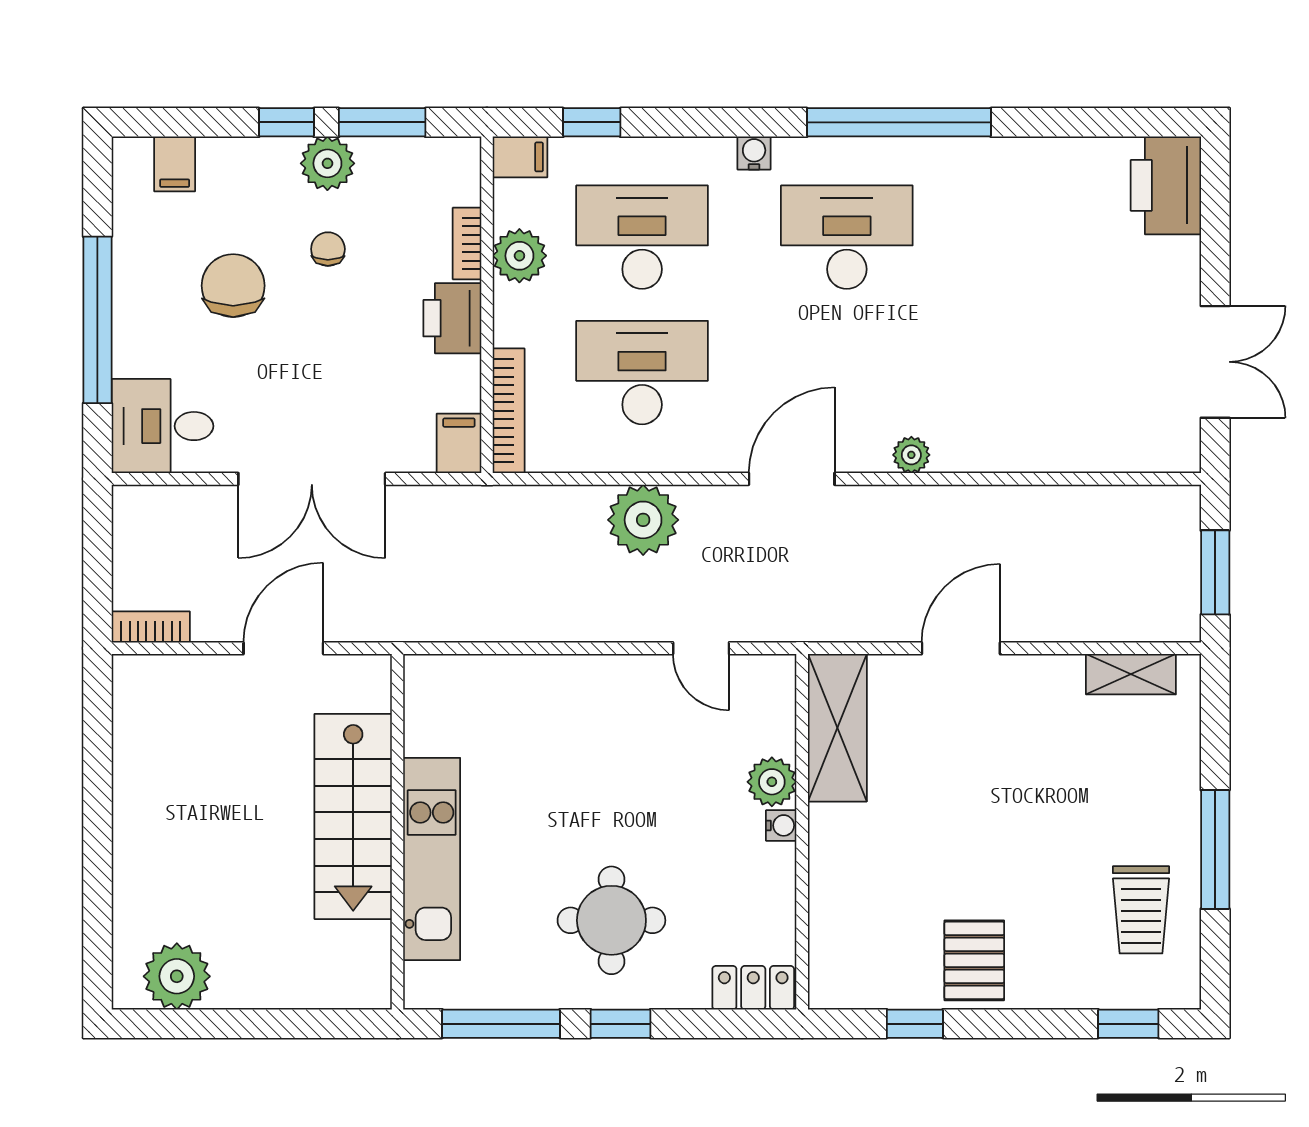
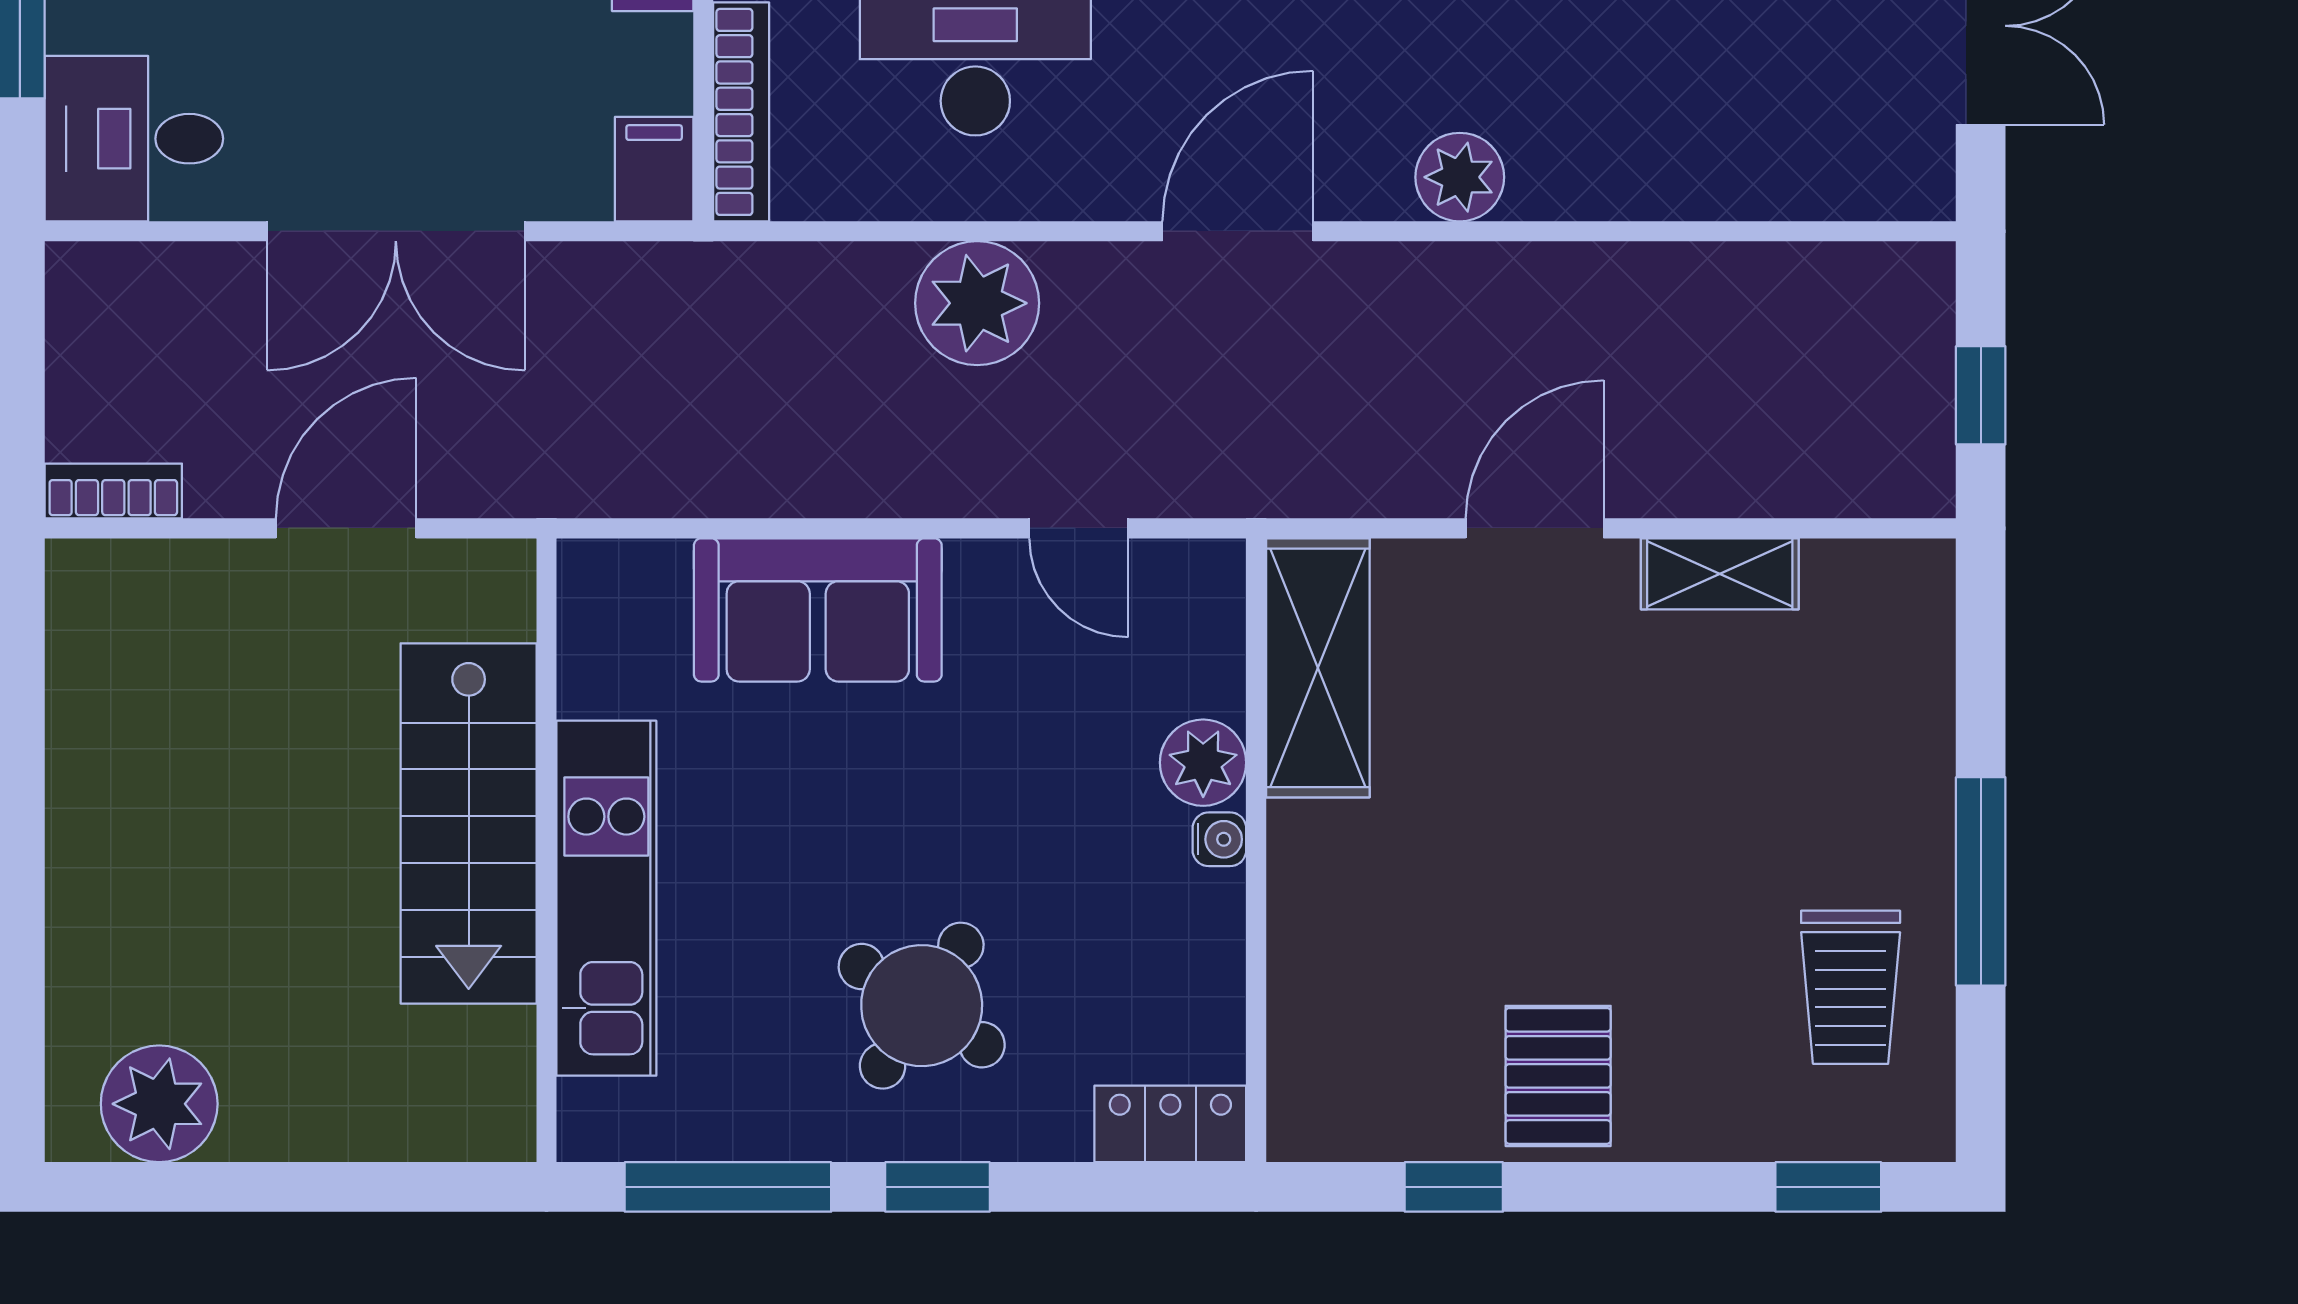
plant: (911, 455) -> (1460, 177), width x1.38, depth x1.38
window: (1215, 572) -> (1981, 395), width x0.67
shelving: (1131, 674) -> (1720, 574), moved
sofa: (552, 695) -> (818, 610), added
round table: (611, 920) -> (922, 1006), turned 33

